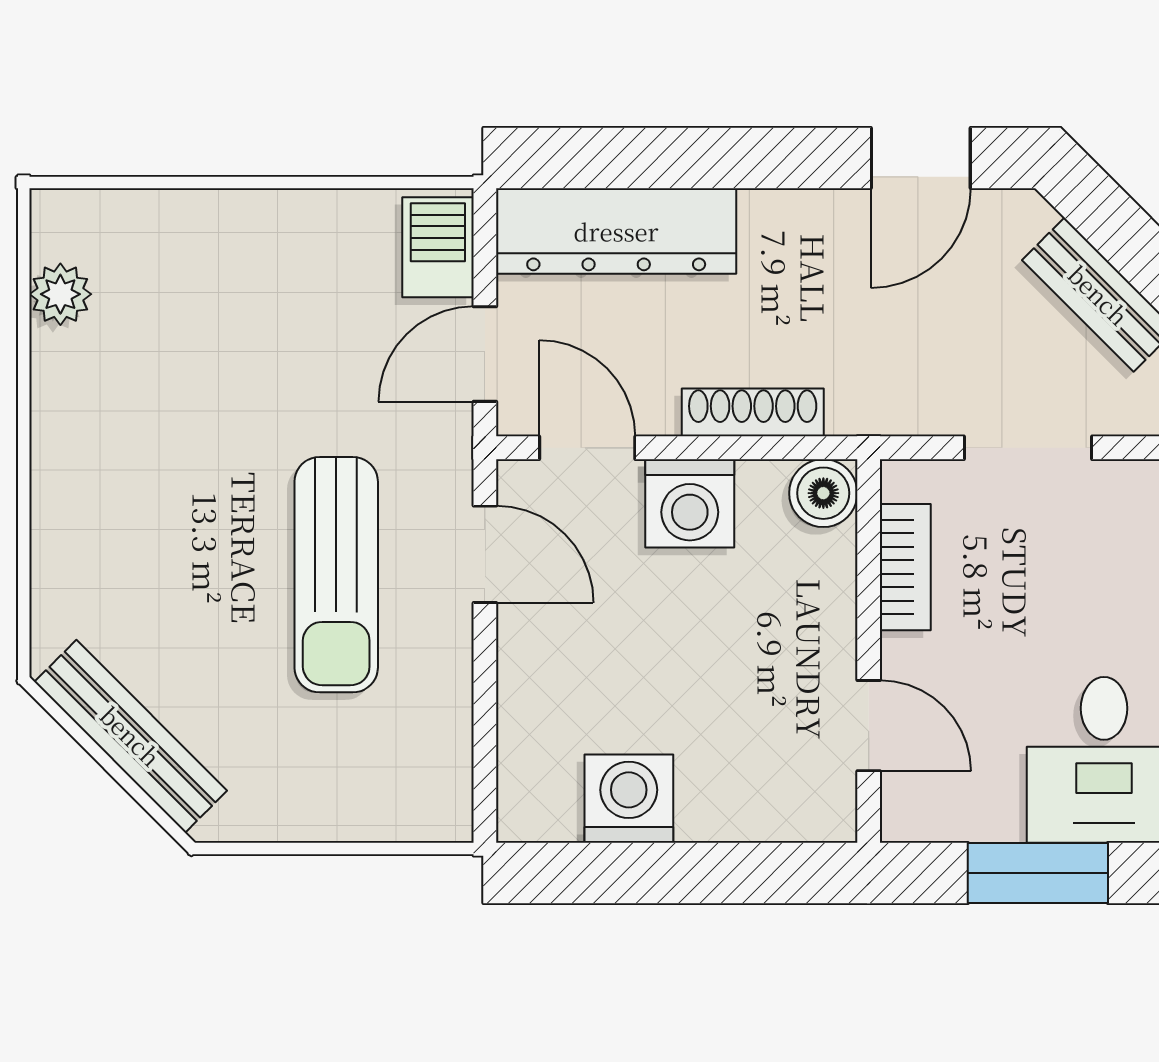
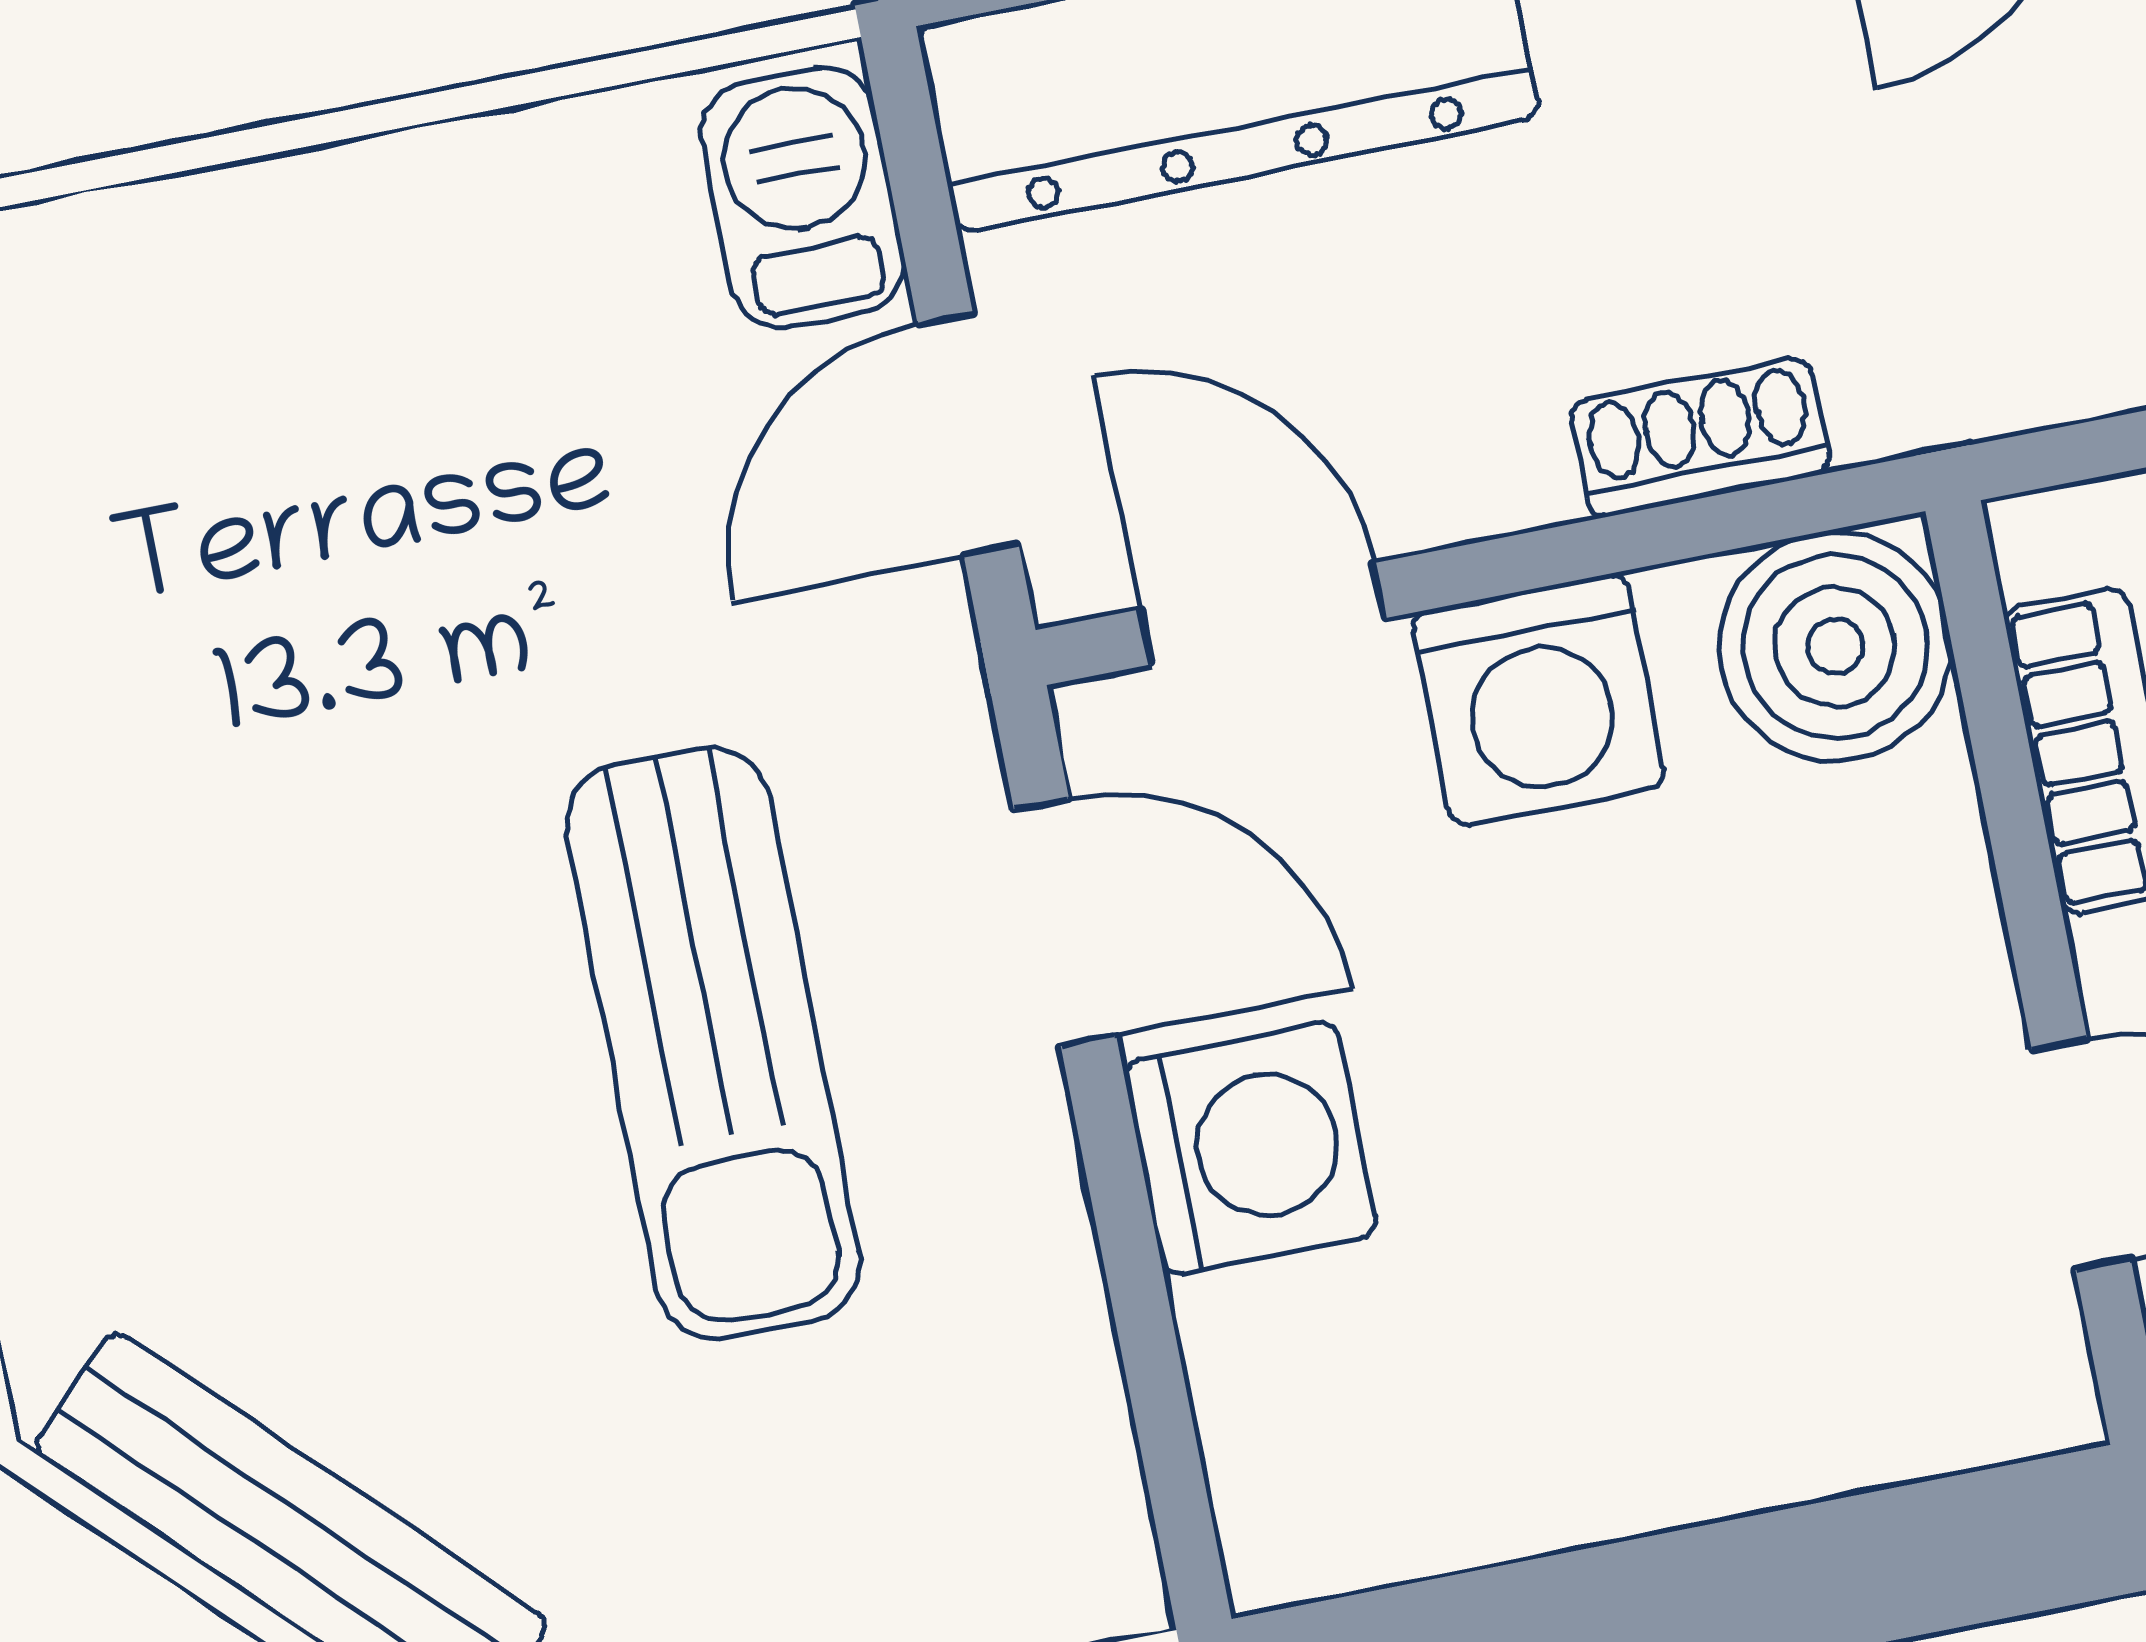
shoe rack: (753, 412) -> (1700, 438), width x0.70
boiler: (823, 493) -> (1835, 646), width x1.36, depth x1.36
washing machine: (629, 799) -> (1250, 1149), moved, turned 90

